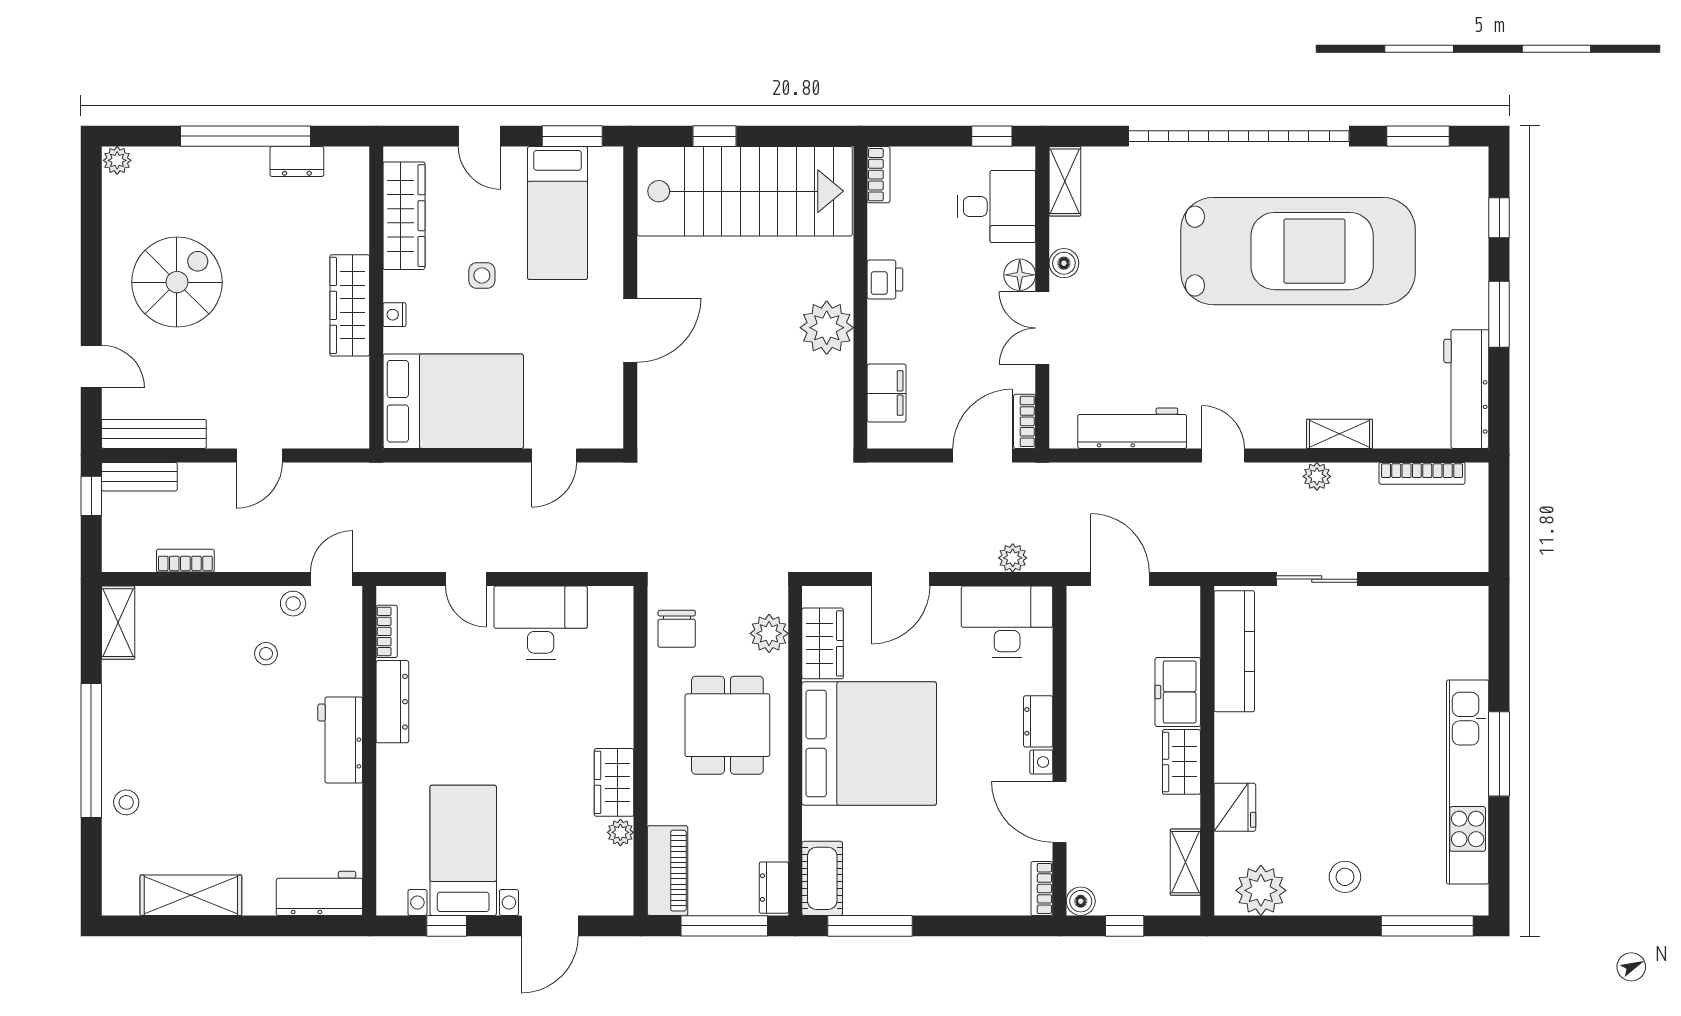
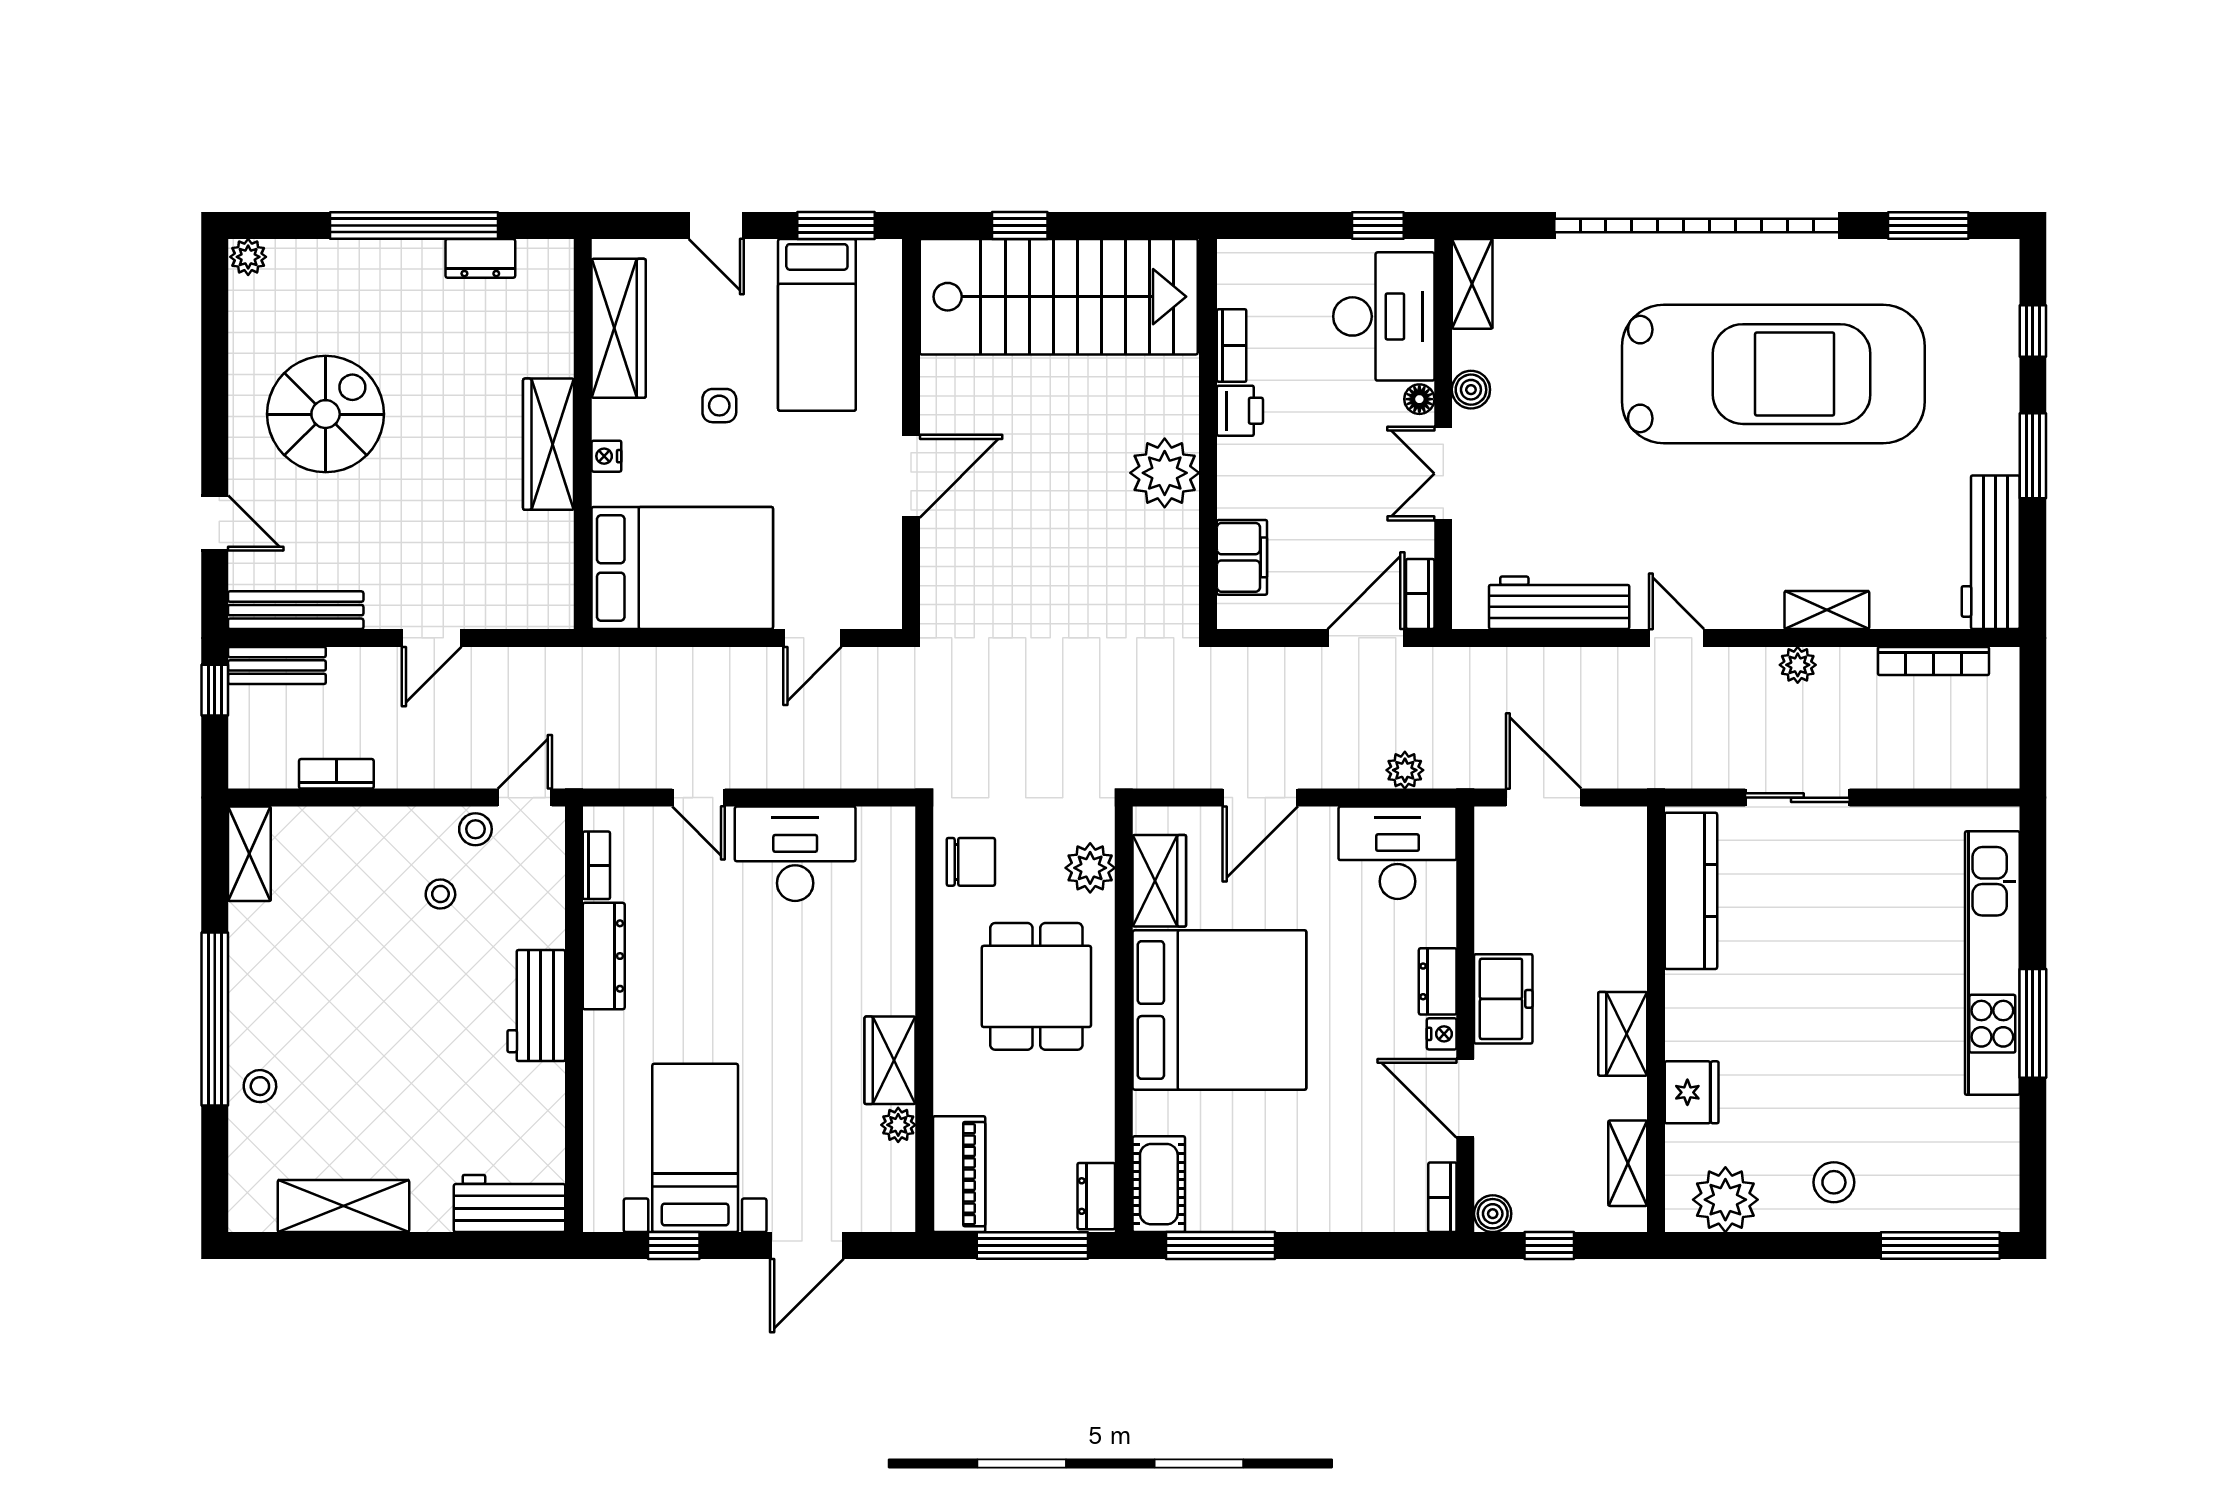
bookcase: (879, 175) -> (1232, 346), moved
desk: (996, 207) -> (1384, 316), width x1.37
floor lamp: (1020, 275) -> (1419, 399), width x0.73, depth x0.73
chair: (677, 629) -> (971, 862), turned -90
freezer: (1178, 692) -> (1503, 999), moved, turned 180
kitchen unit: (1468, 782) -> (1992, 963), moved

